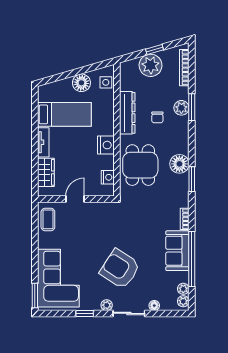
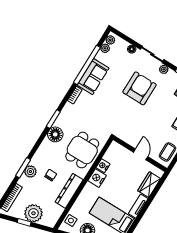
nightstand: (108, 177) -> (103, 166), moved
door: (75, 199) -> (141, 154), swing flipped
armchair: (120, 269) -> (140, 88), turned -123

